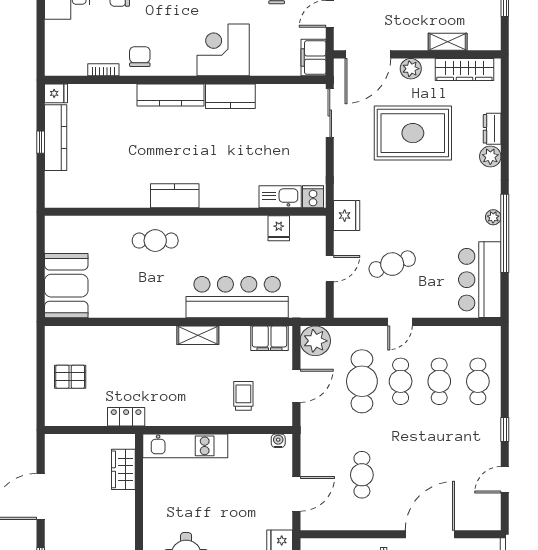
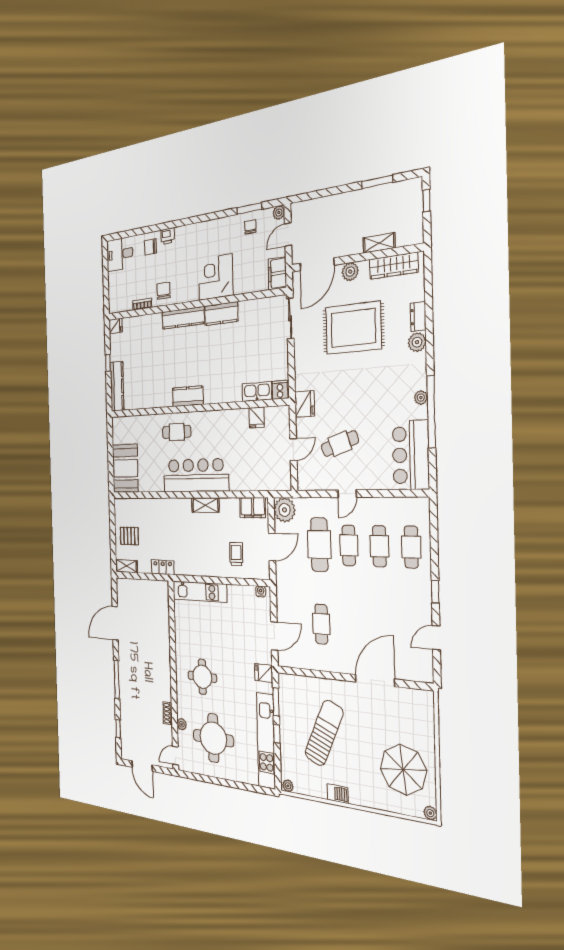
kitchen counter: (56, 138) -> (117, 386), moved
bar counter: (237, 297) -> (196, 475), moved
shelving: (63, 418) -> (126, 566), added
wardrobe: (123, 469) -> (162, 607), removed

